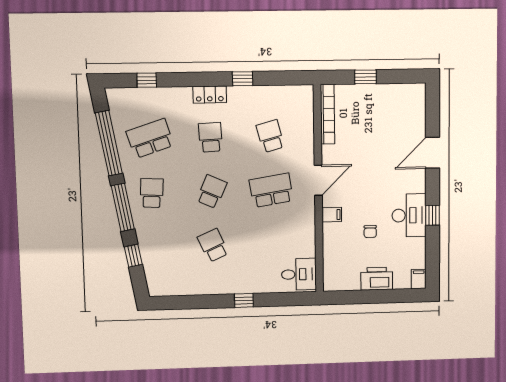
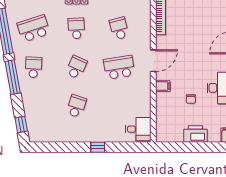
school desk: (213, 245) -> (76, 106), turned 42
window: (133, 256) -> (21, 124), moved

